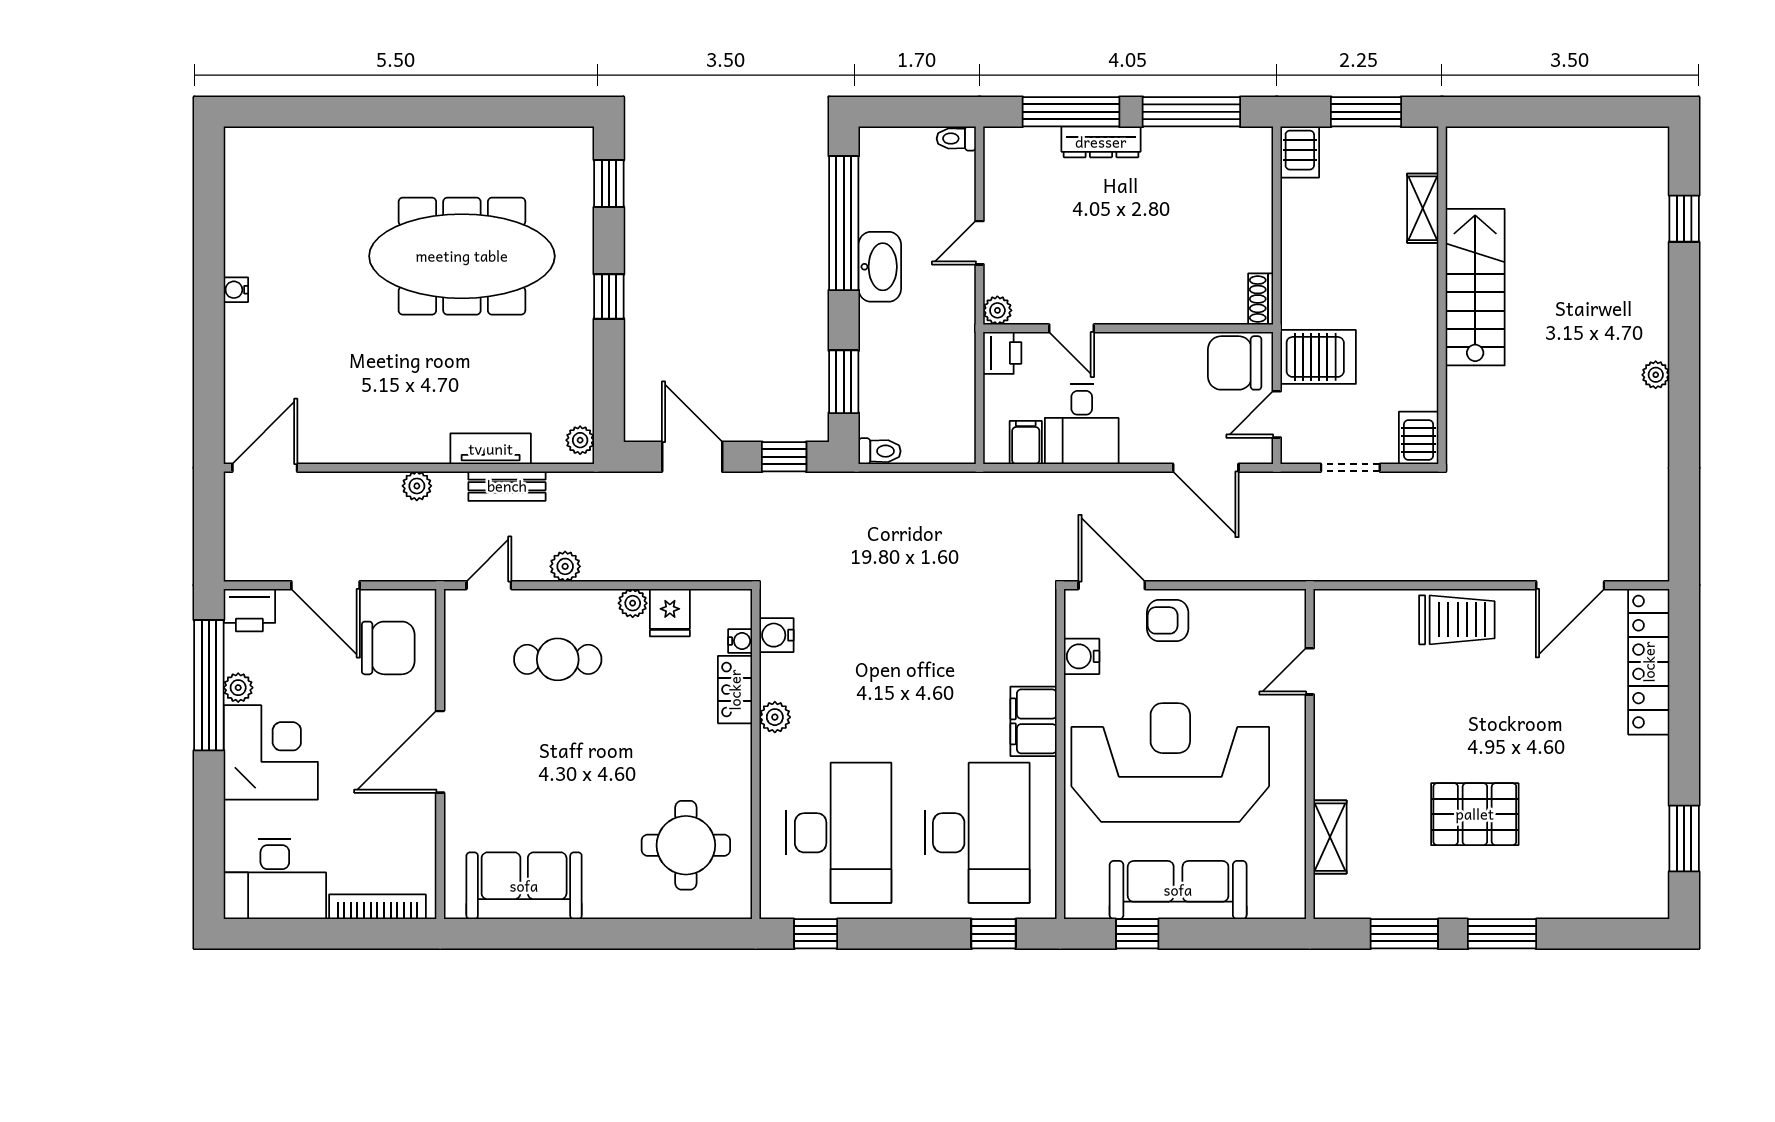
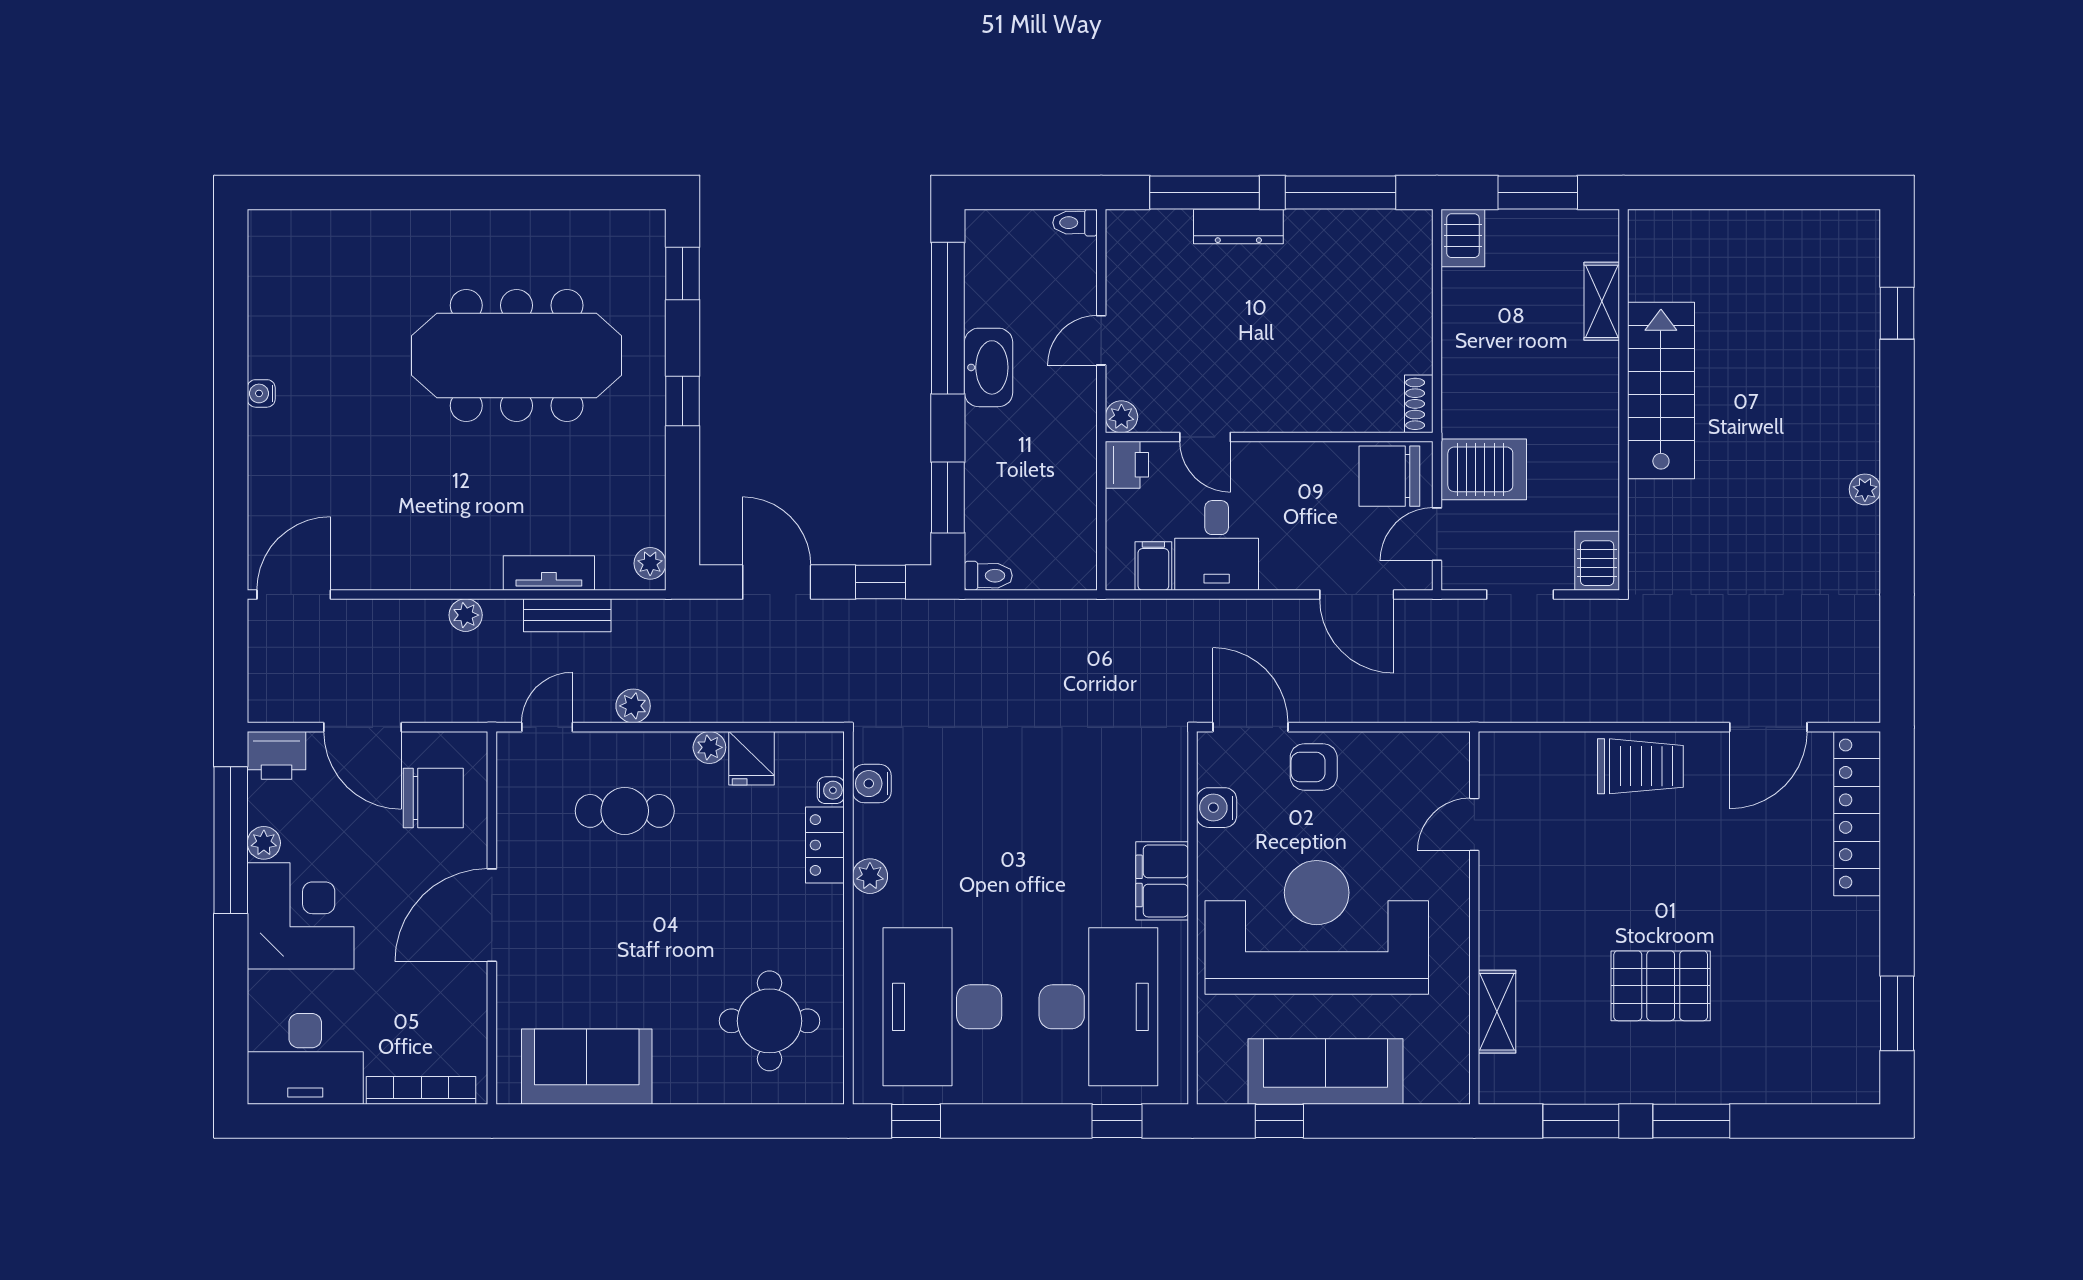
desk: (839, 833) -> (942, 1007), turned 180

